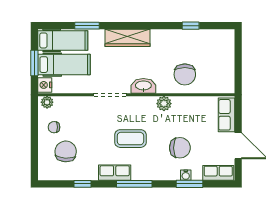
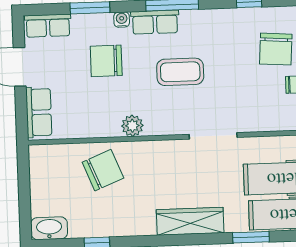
chair: (185, 74) -> (103, 170), turned 68
washbasin: (143, 86) -> (49, 228), moved, turned 180
row of seats: (115, 173) -> (155, 22), moved
water cooler: (186, 175) -> (122, 20), moved

